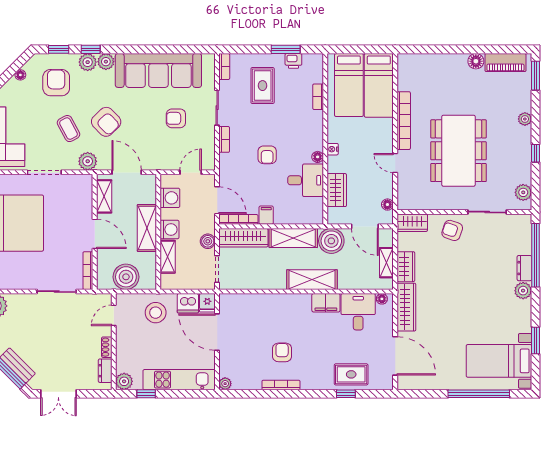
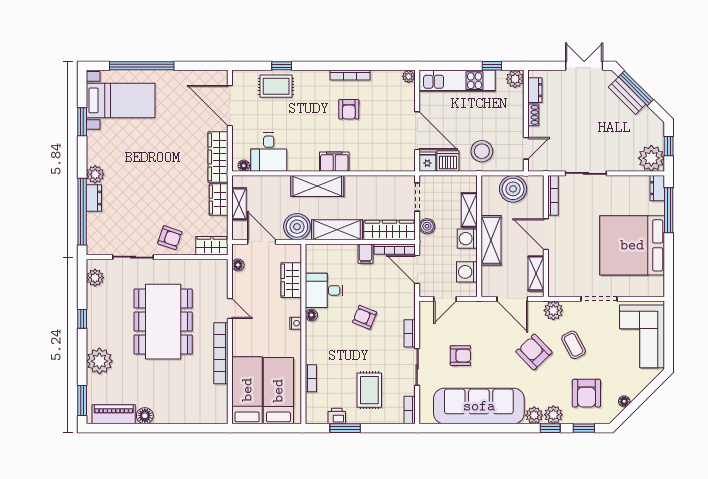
plant: (525, 119) -> (99, 361), width x1.88, depth x1.88
armchair: (267, 155) -> (365, 317), turned -68
filing cabinet: (326, 303) -> (334, 162), moved

